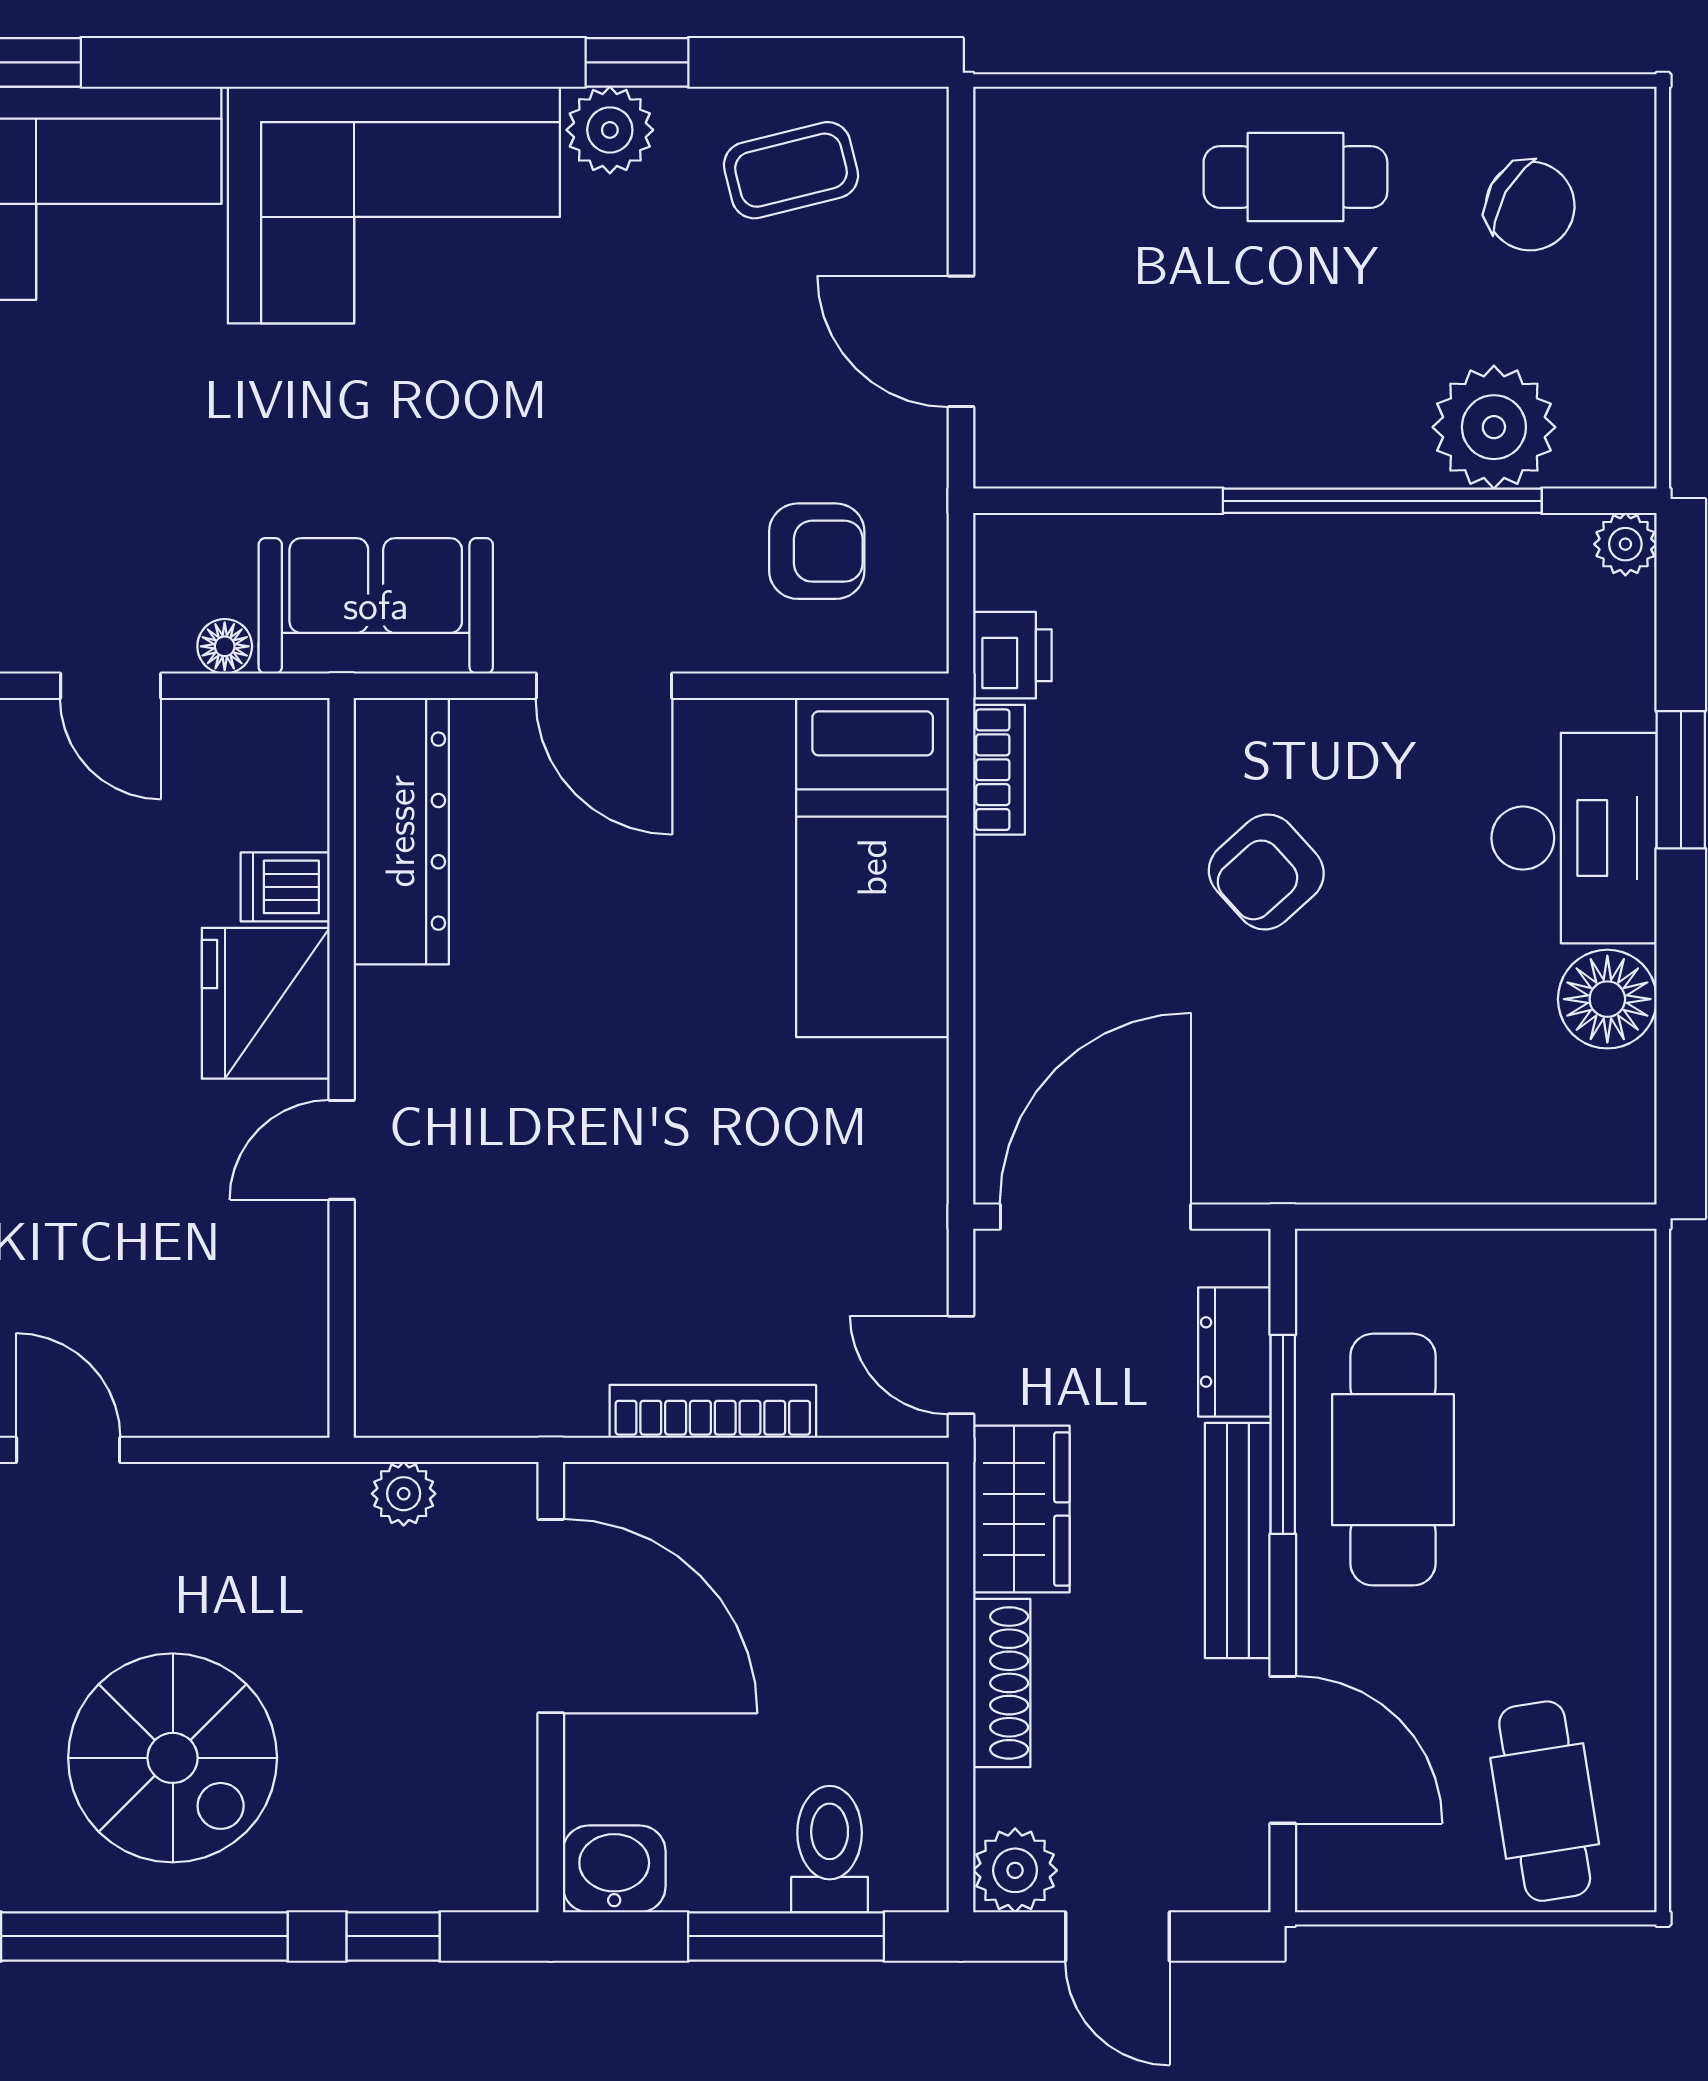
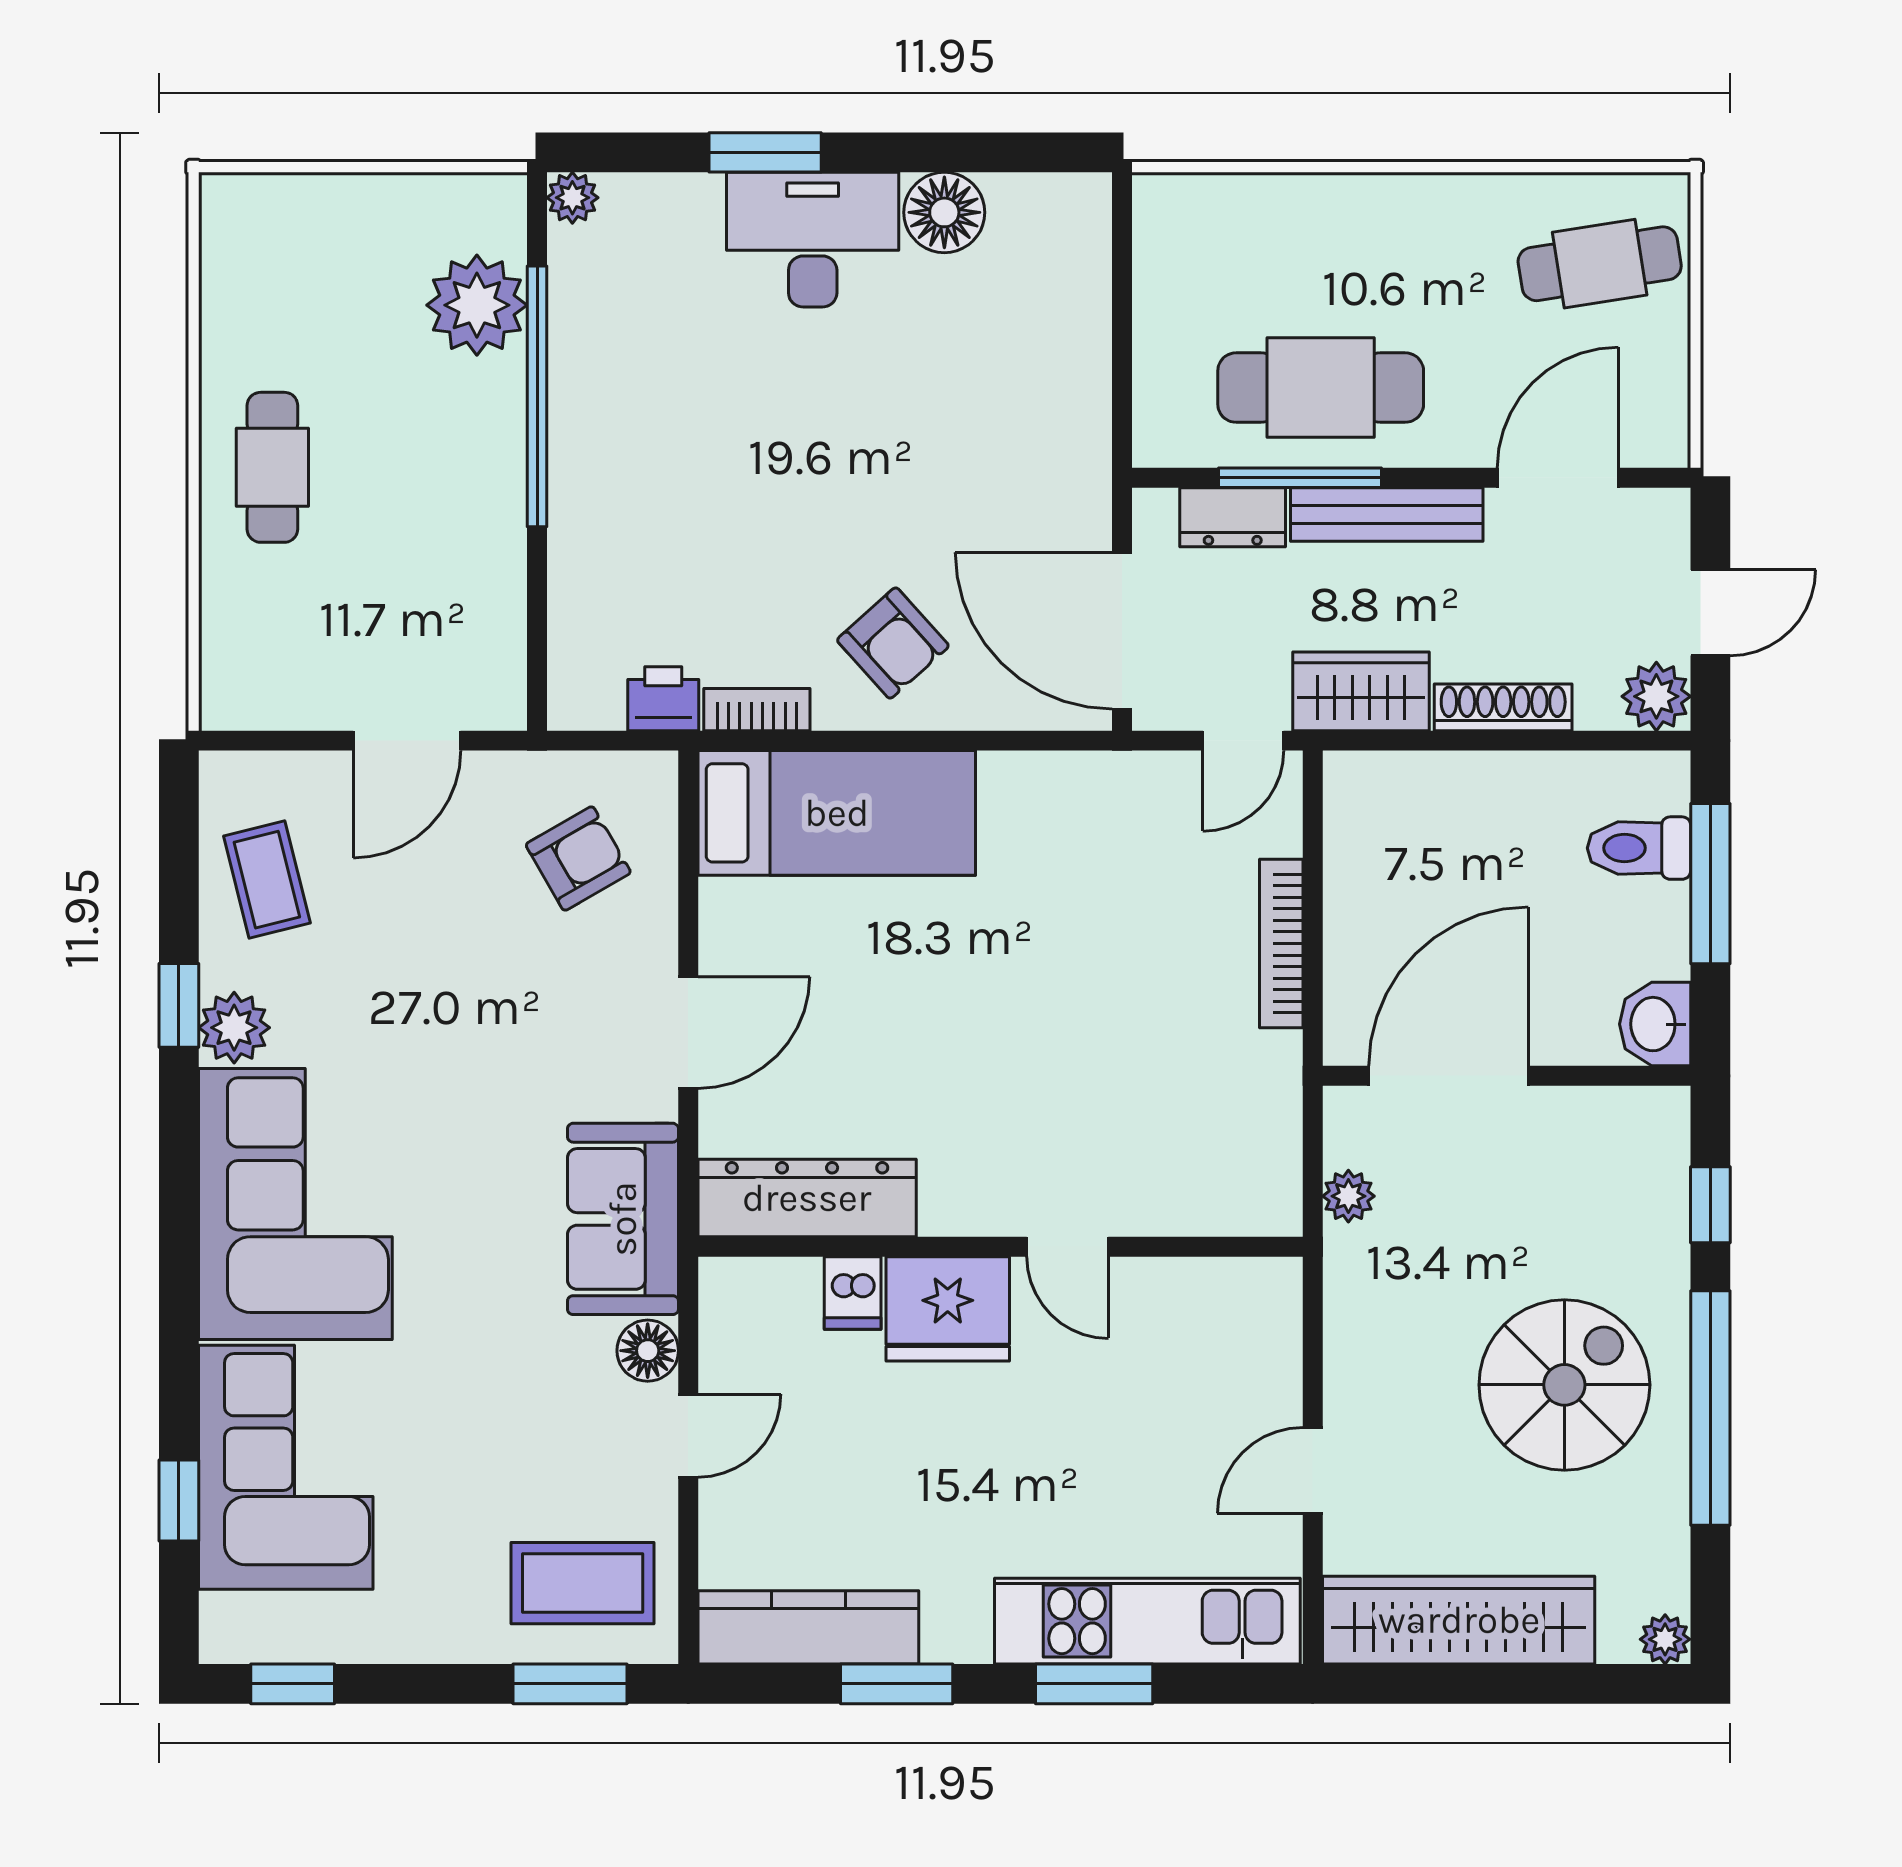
chair: (1530, 206) -> (296, 275), removed
armchair: (817, 551) -> (578, 858), turned 60
floor lamp: (225, 646) -> (648, 1351), width x1.37, depth x1.37
armchair: (1266, 872) -> (893, 643), moved

